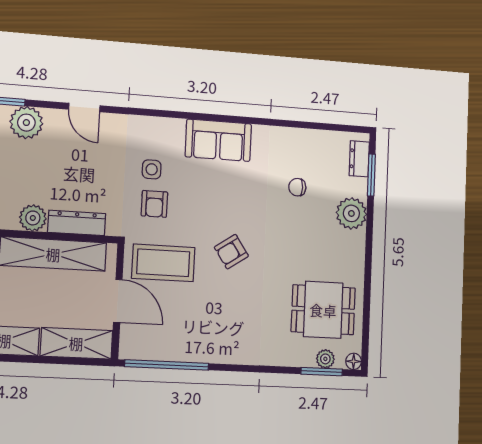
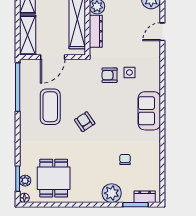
coffee table: (163, 263) -> (50, 107), moved

